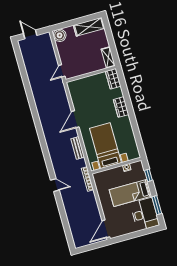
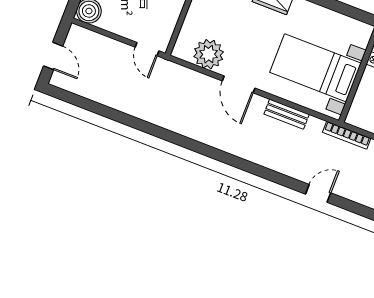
door: (30, 34) -> (53, 56), swing flipped
plant: (78, 98) -> (209, 54), added

